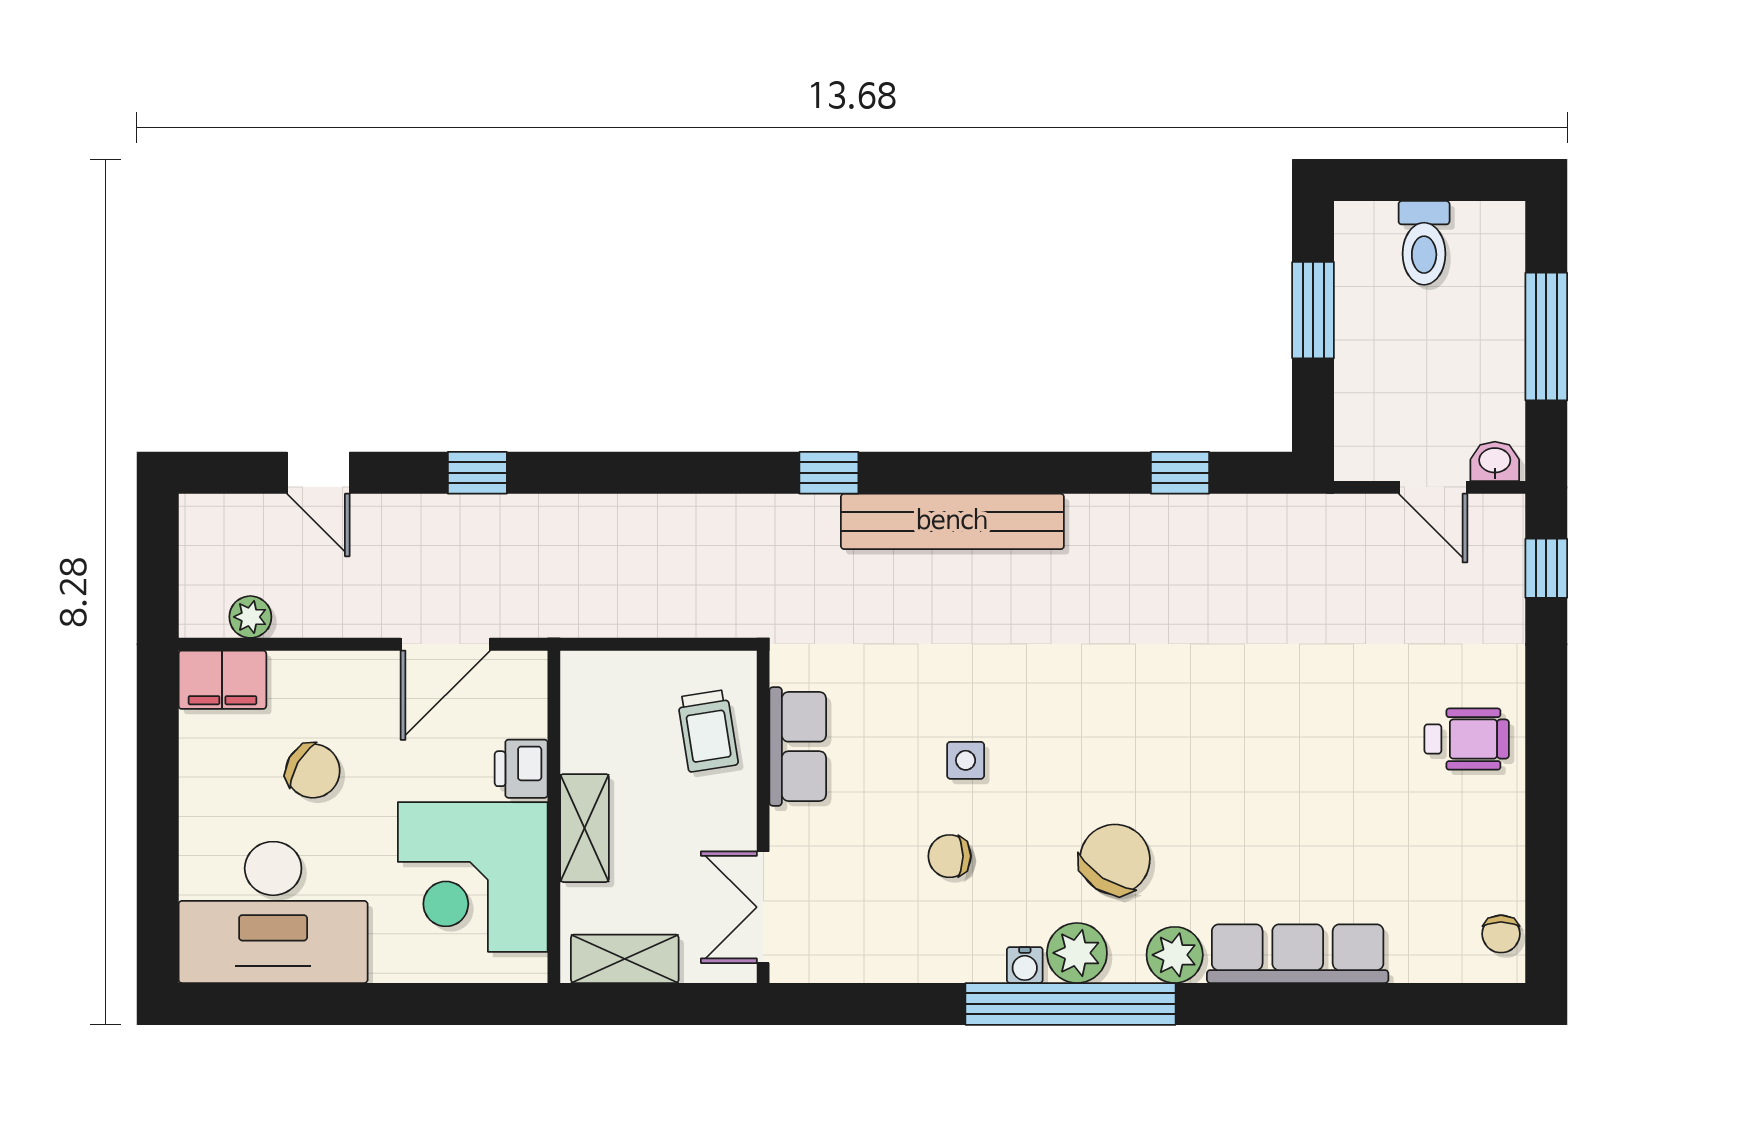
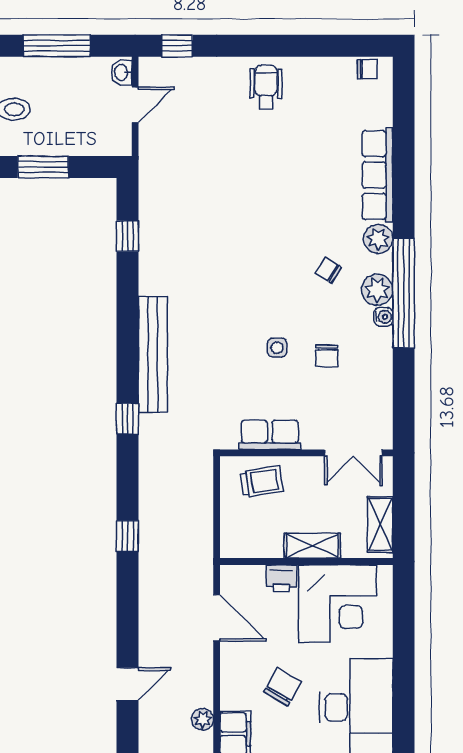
window: (477, 473) -> (128, 536), moved
chair: (1115, 859) -> (328, 270), width x0.54, depth x0.54

